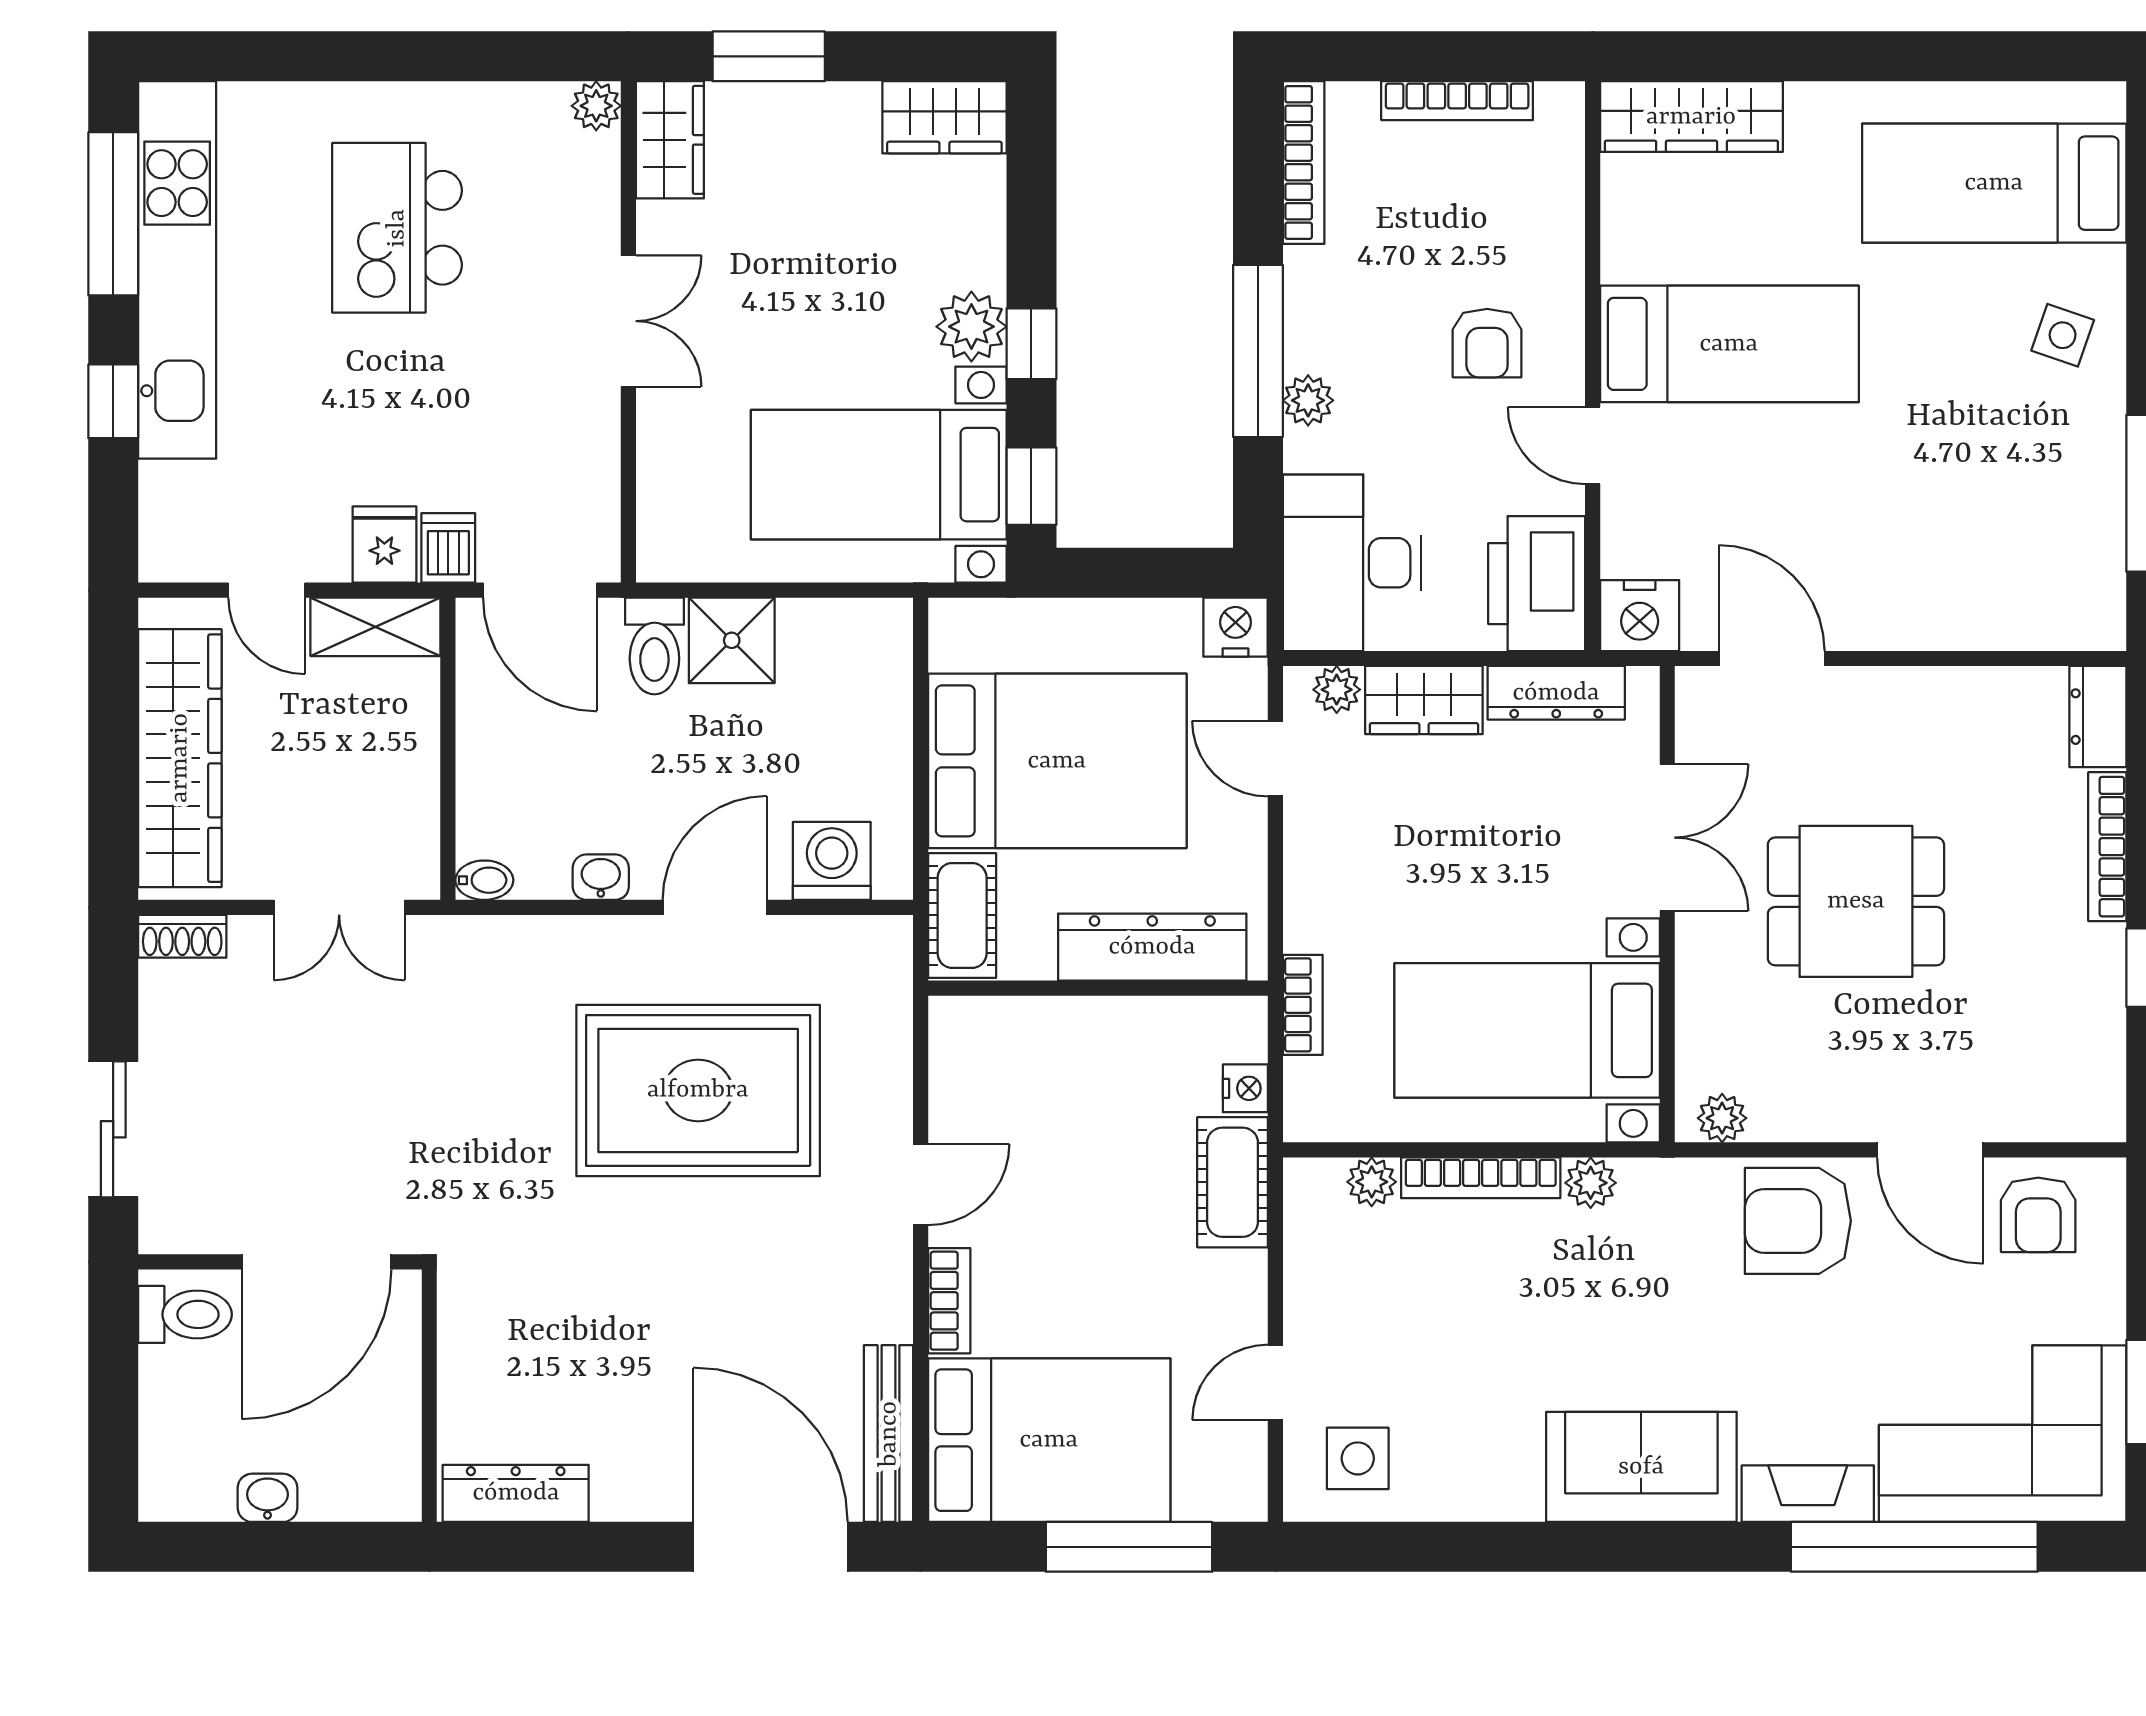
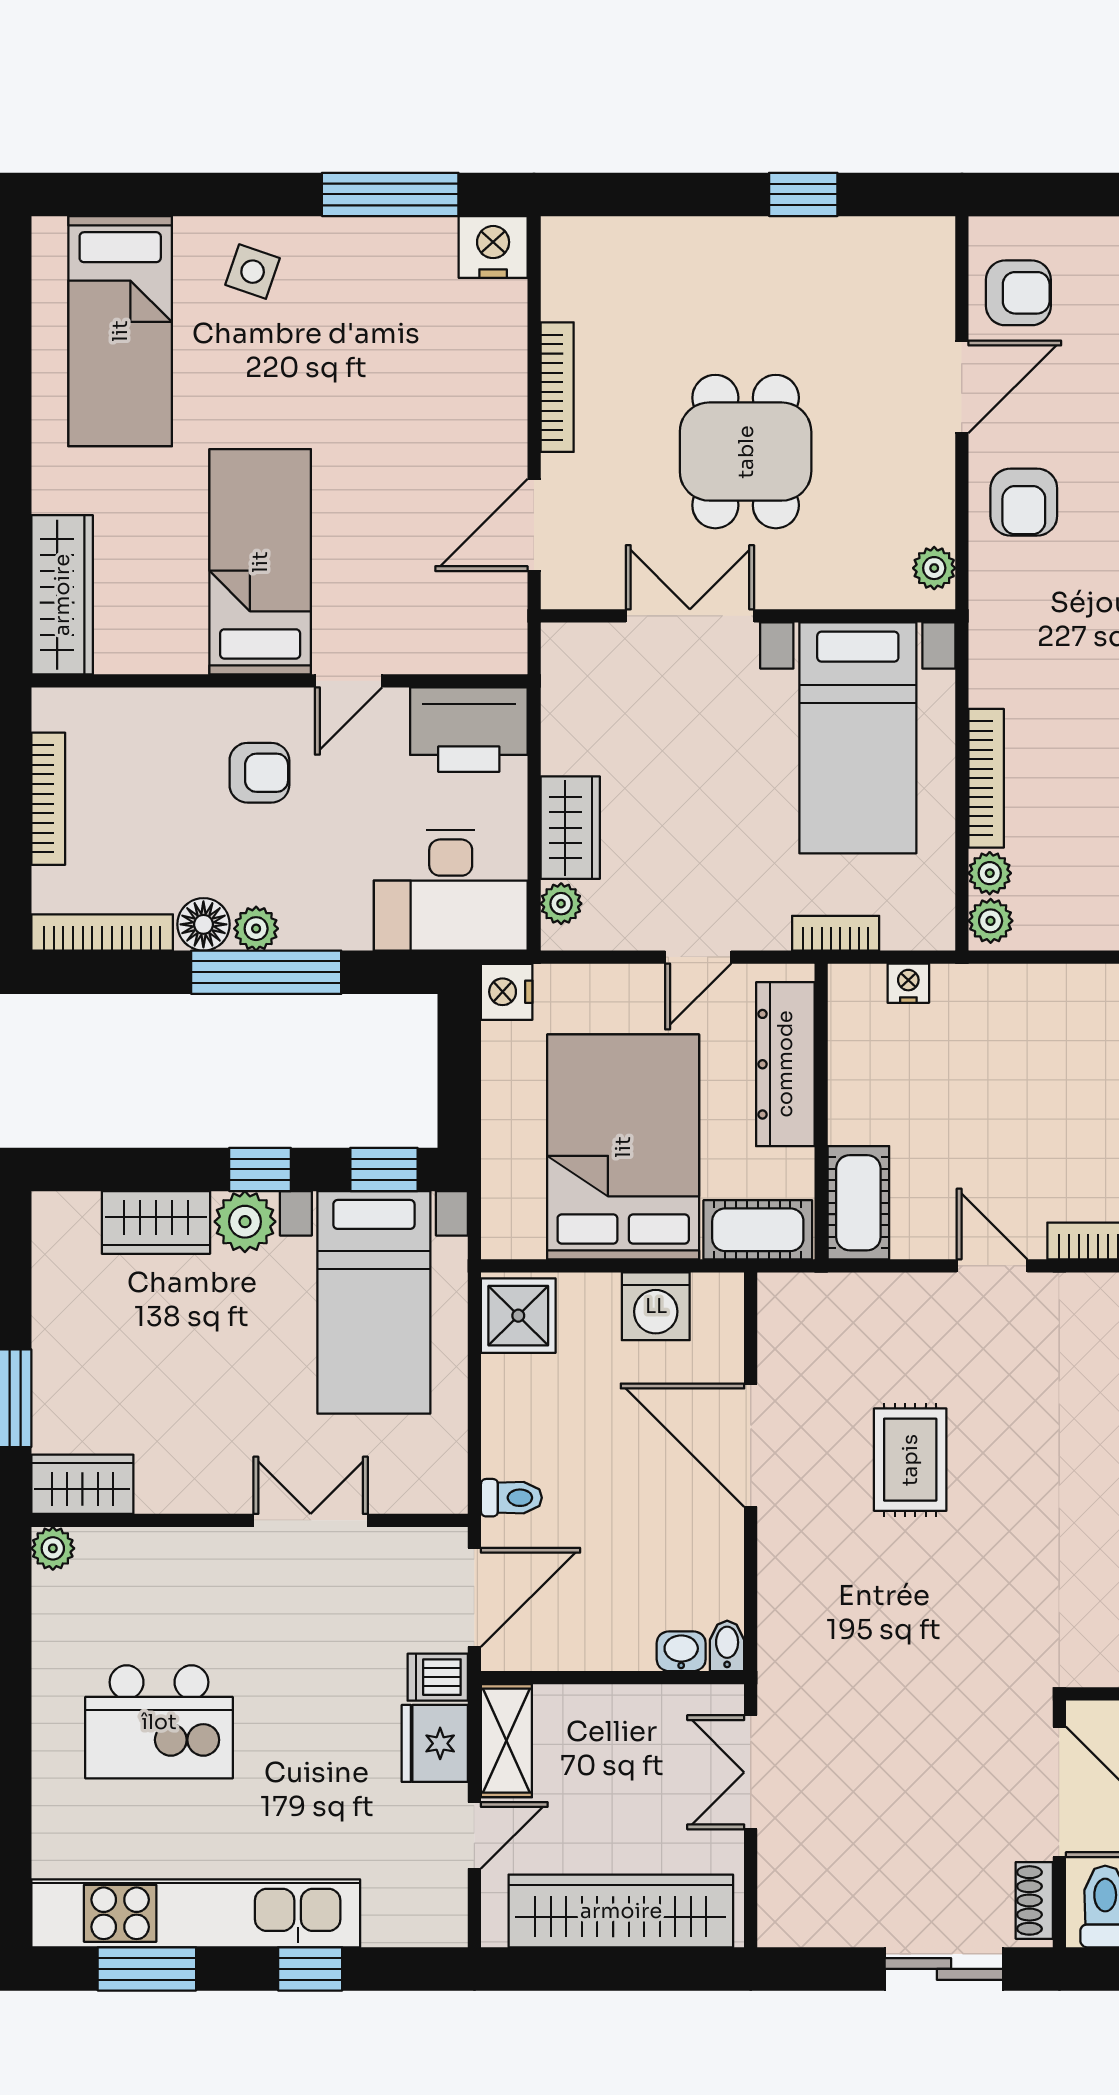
wardrobe: (944, 117) -> (156, 1222), moved, turned 90
window: (113, 214) -> (147, 1969), width x0.69
floor lamp: (1313, 279) -> (203, 924), added
double door: (628, 321) -> (311, 1520), moved
plant: (1308, 400) -> (256, 929), moved
fridge: (384, 545) -> (435, 1743), width x1.38
nightstand: (1640, 616) -> (493, 247), moved, turned -90
shower: (732, 640) -> (518, 1316), moved
toilet: (654, 646) -> (511, 1498), width x0.73, depth x0.72
dresser: (1556, 693) -> (564, 712), removed
dresser: (2098, 717) -> (585, 241), removed
door: (1275, 759) -> (698, 957), moved
bookcase: (2107, 847) -> (557, 387), moved, turned -90
washing machine: (832, 861) -> (656, 1306), moved, turned -90
washbasin: (601, 877) -> (681, 1651), moved, turned 90
double door: (339, 907) -> (751, 1772), swing flipped
door: (715, 907) -> (751, 1445), width x1.36
shoe rack: (182, 936) -> (1034, 1900), moved, turned 180
rug: (698, 1090) -> (910, 1460), width x0.54, depth x0.49
cot: (1232, 1182) -> (858, 1203), moved, turned 90
plant: (1591, 1183) -> (991, 921), moved
armchair: (1798, 1221) -> (1024, 502), width x0.72, depth x0.72

